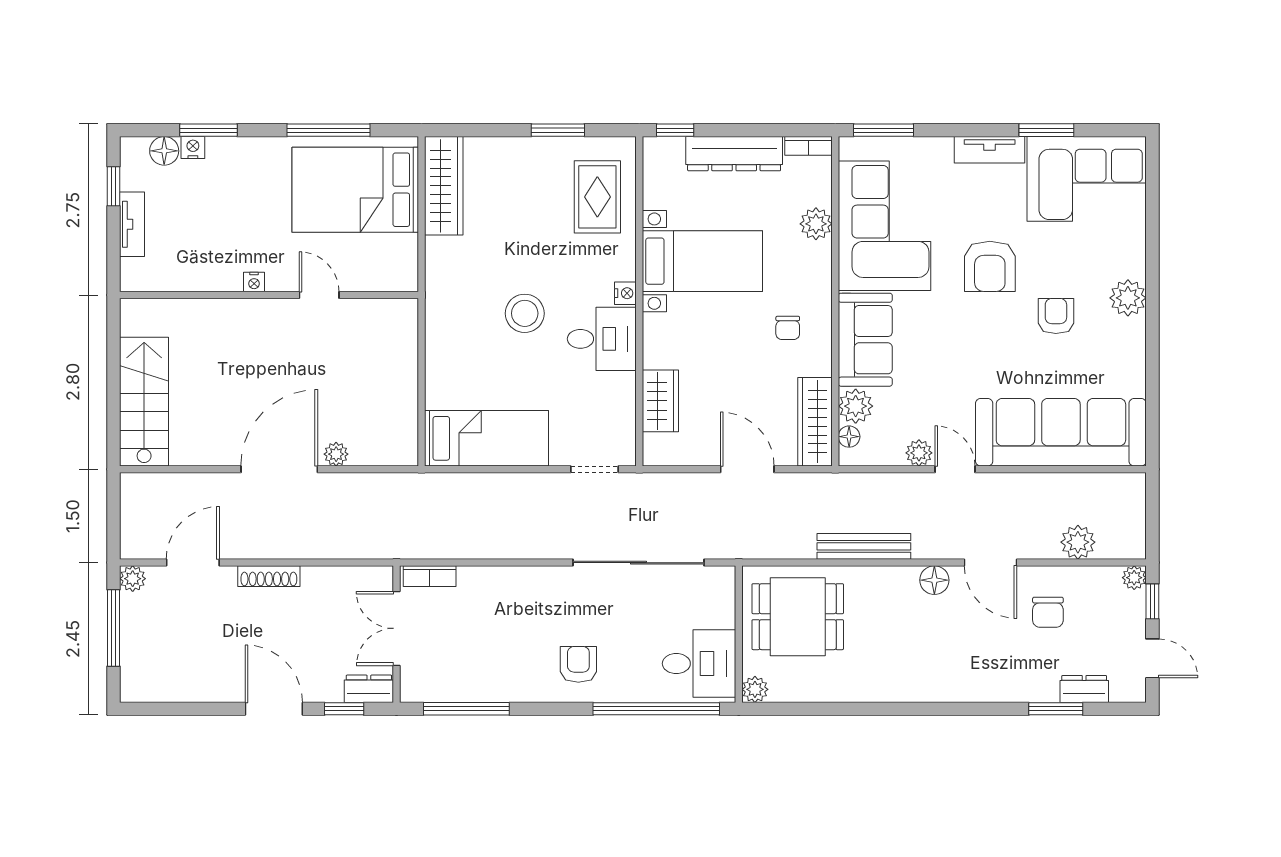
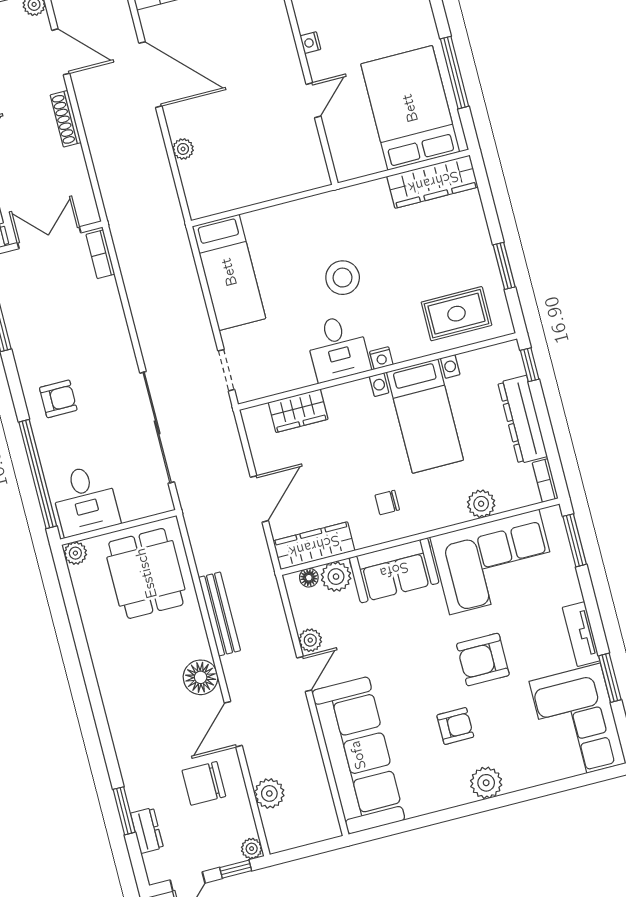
door: (279, 469) -> (150, 75), moved
floor lamp: (934, 580) -> (201, 677), width x1.38, depth x1.38
chair: (1048, 612) -> (204, 783), width x1.37, depth x1.37

